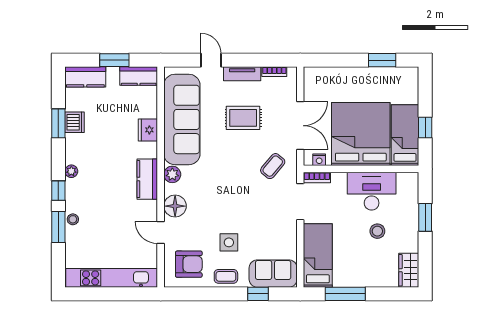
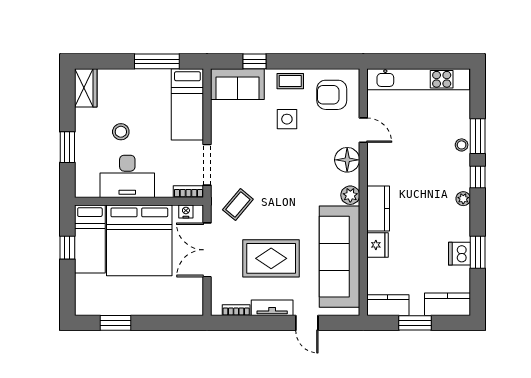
rug: (243, 118) -> (271, 258), width x1.36, depth x1.43
kitchen counter: (147, 179) -> (378, 208), moved

